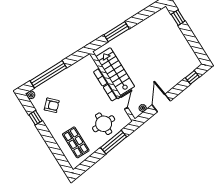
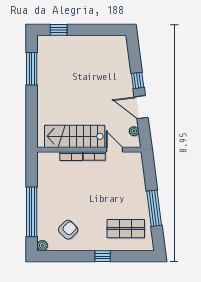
window: (117, 32) -> (32, 69), moved
window: (192, 77) -> (138, 80), moved
window: (35, 118) -> (103, 256), moved
round table: (104, 124) -> (124, 185), removed
window: (114, 142) -> (154, 208), moved

